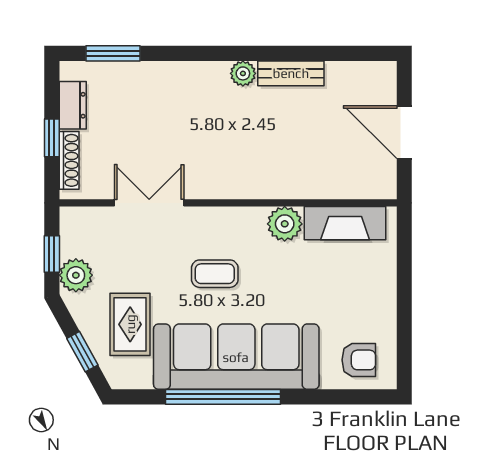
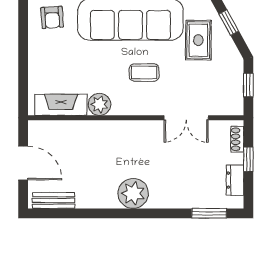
plant: (243, 73) -> (133, 193), width x1.88, depth x1.88
bench: (291, 73) -> (53, 200), moved
shoe rack: (69, 160) -> (237, 139), width x0.70
plant: (76, 275) -> (233, 71), removed
armchair: (359, 360) -> (52, 17), turned -94

